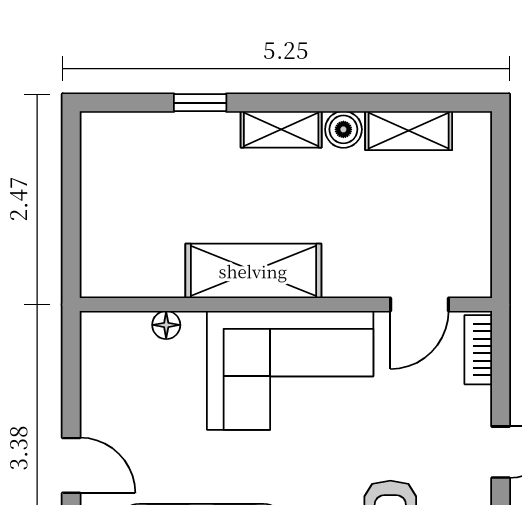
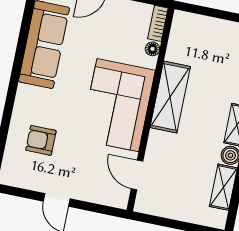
bookcase: (478, 350) -> (158, 23), moved, turned -90

